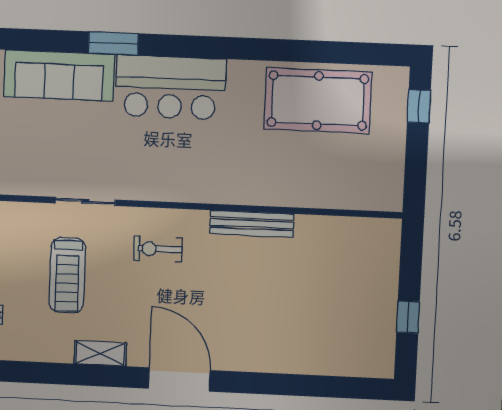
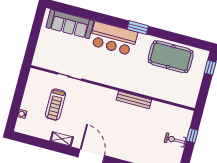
window: (113, 43) -> (138, 28), moved
exercise bike: (158, 249) -> (175, 140), moved
window: (408, 317) -> (192, 136), moved

